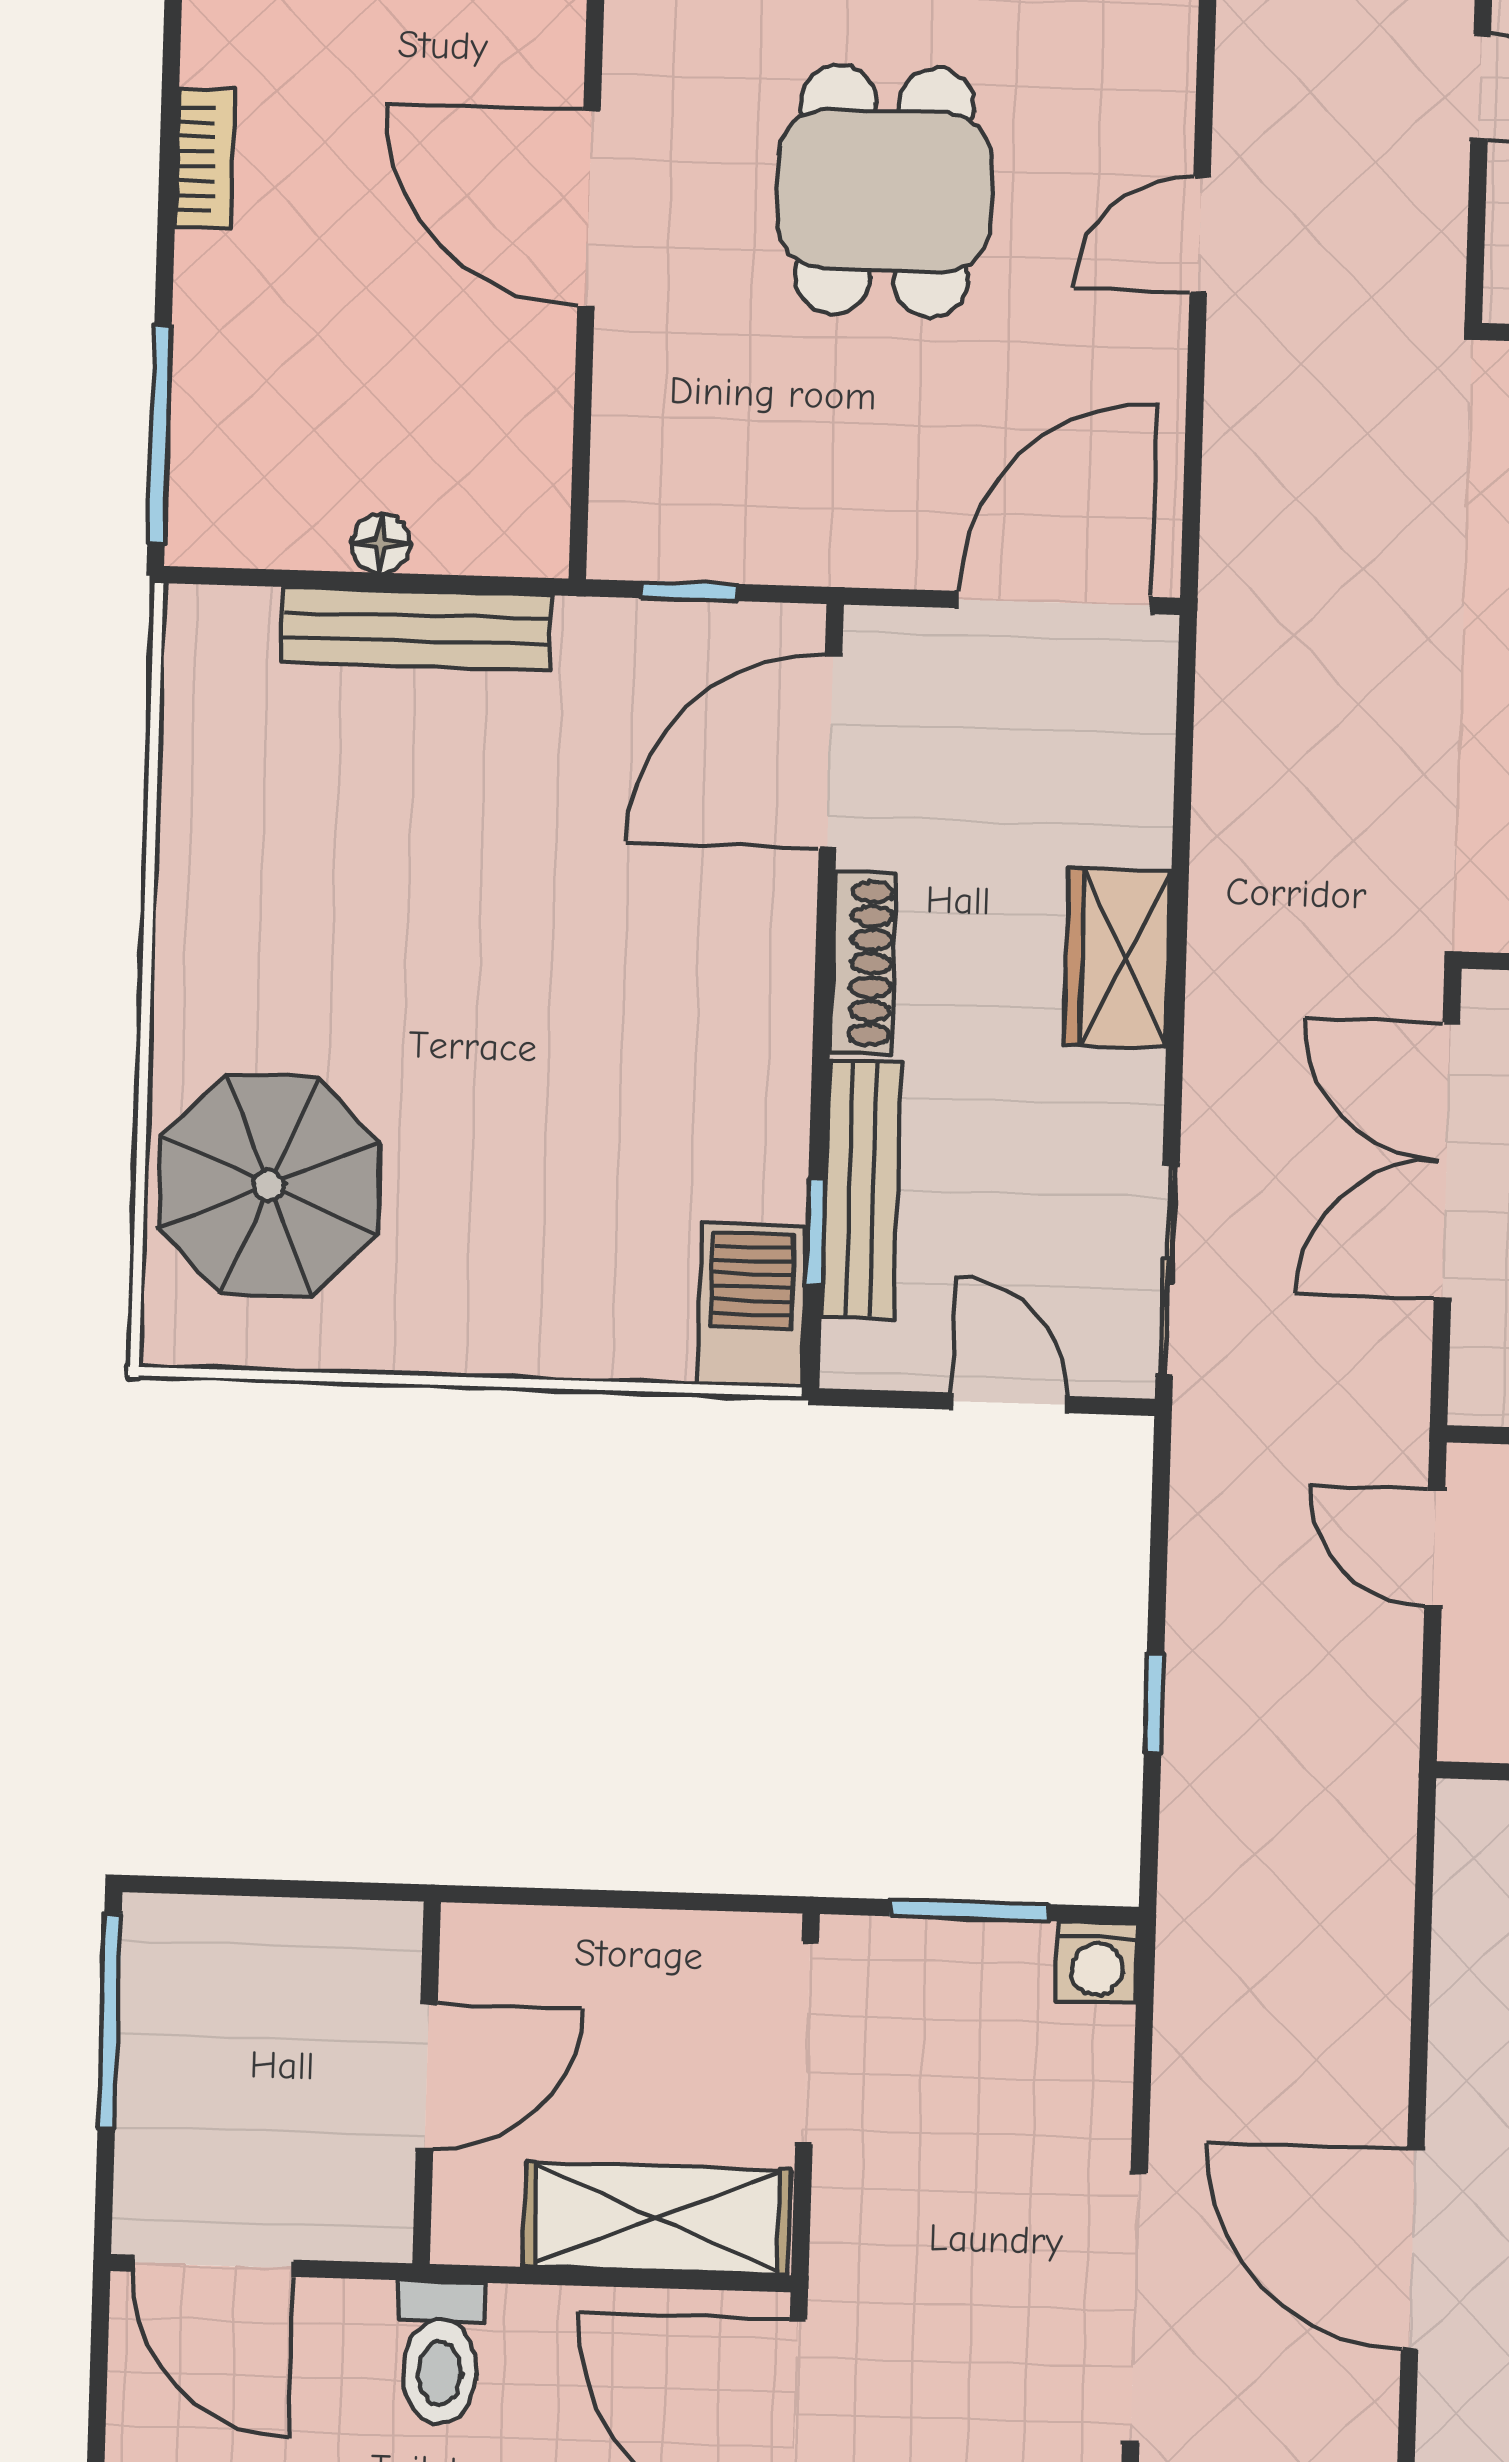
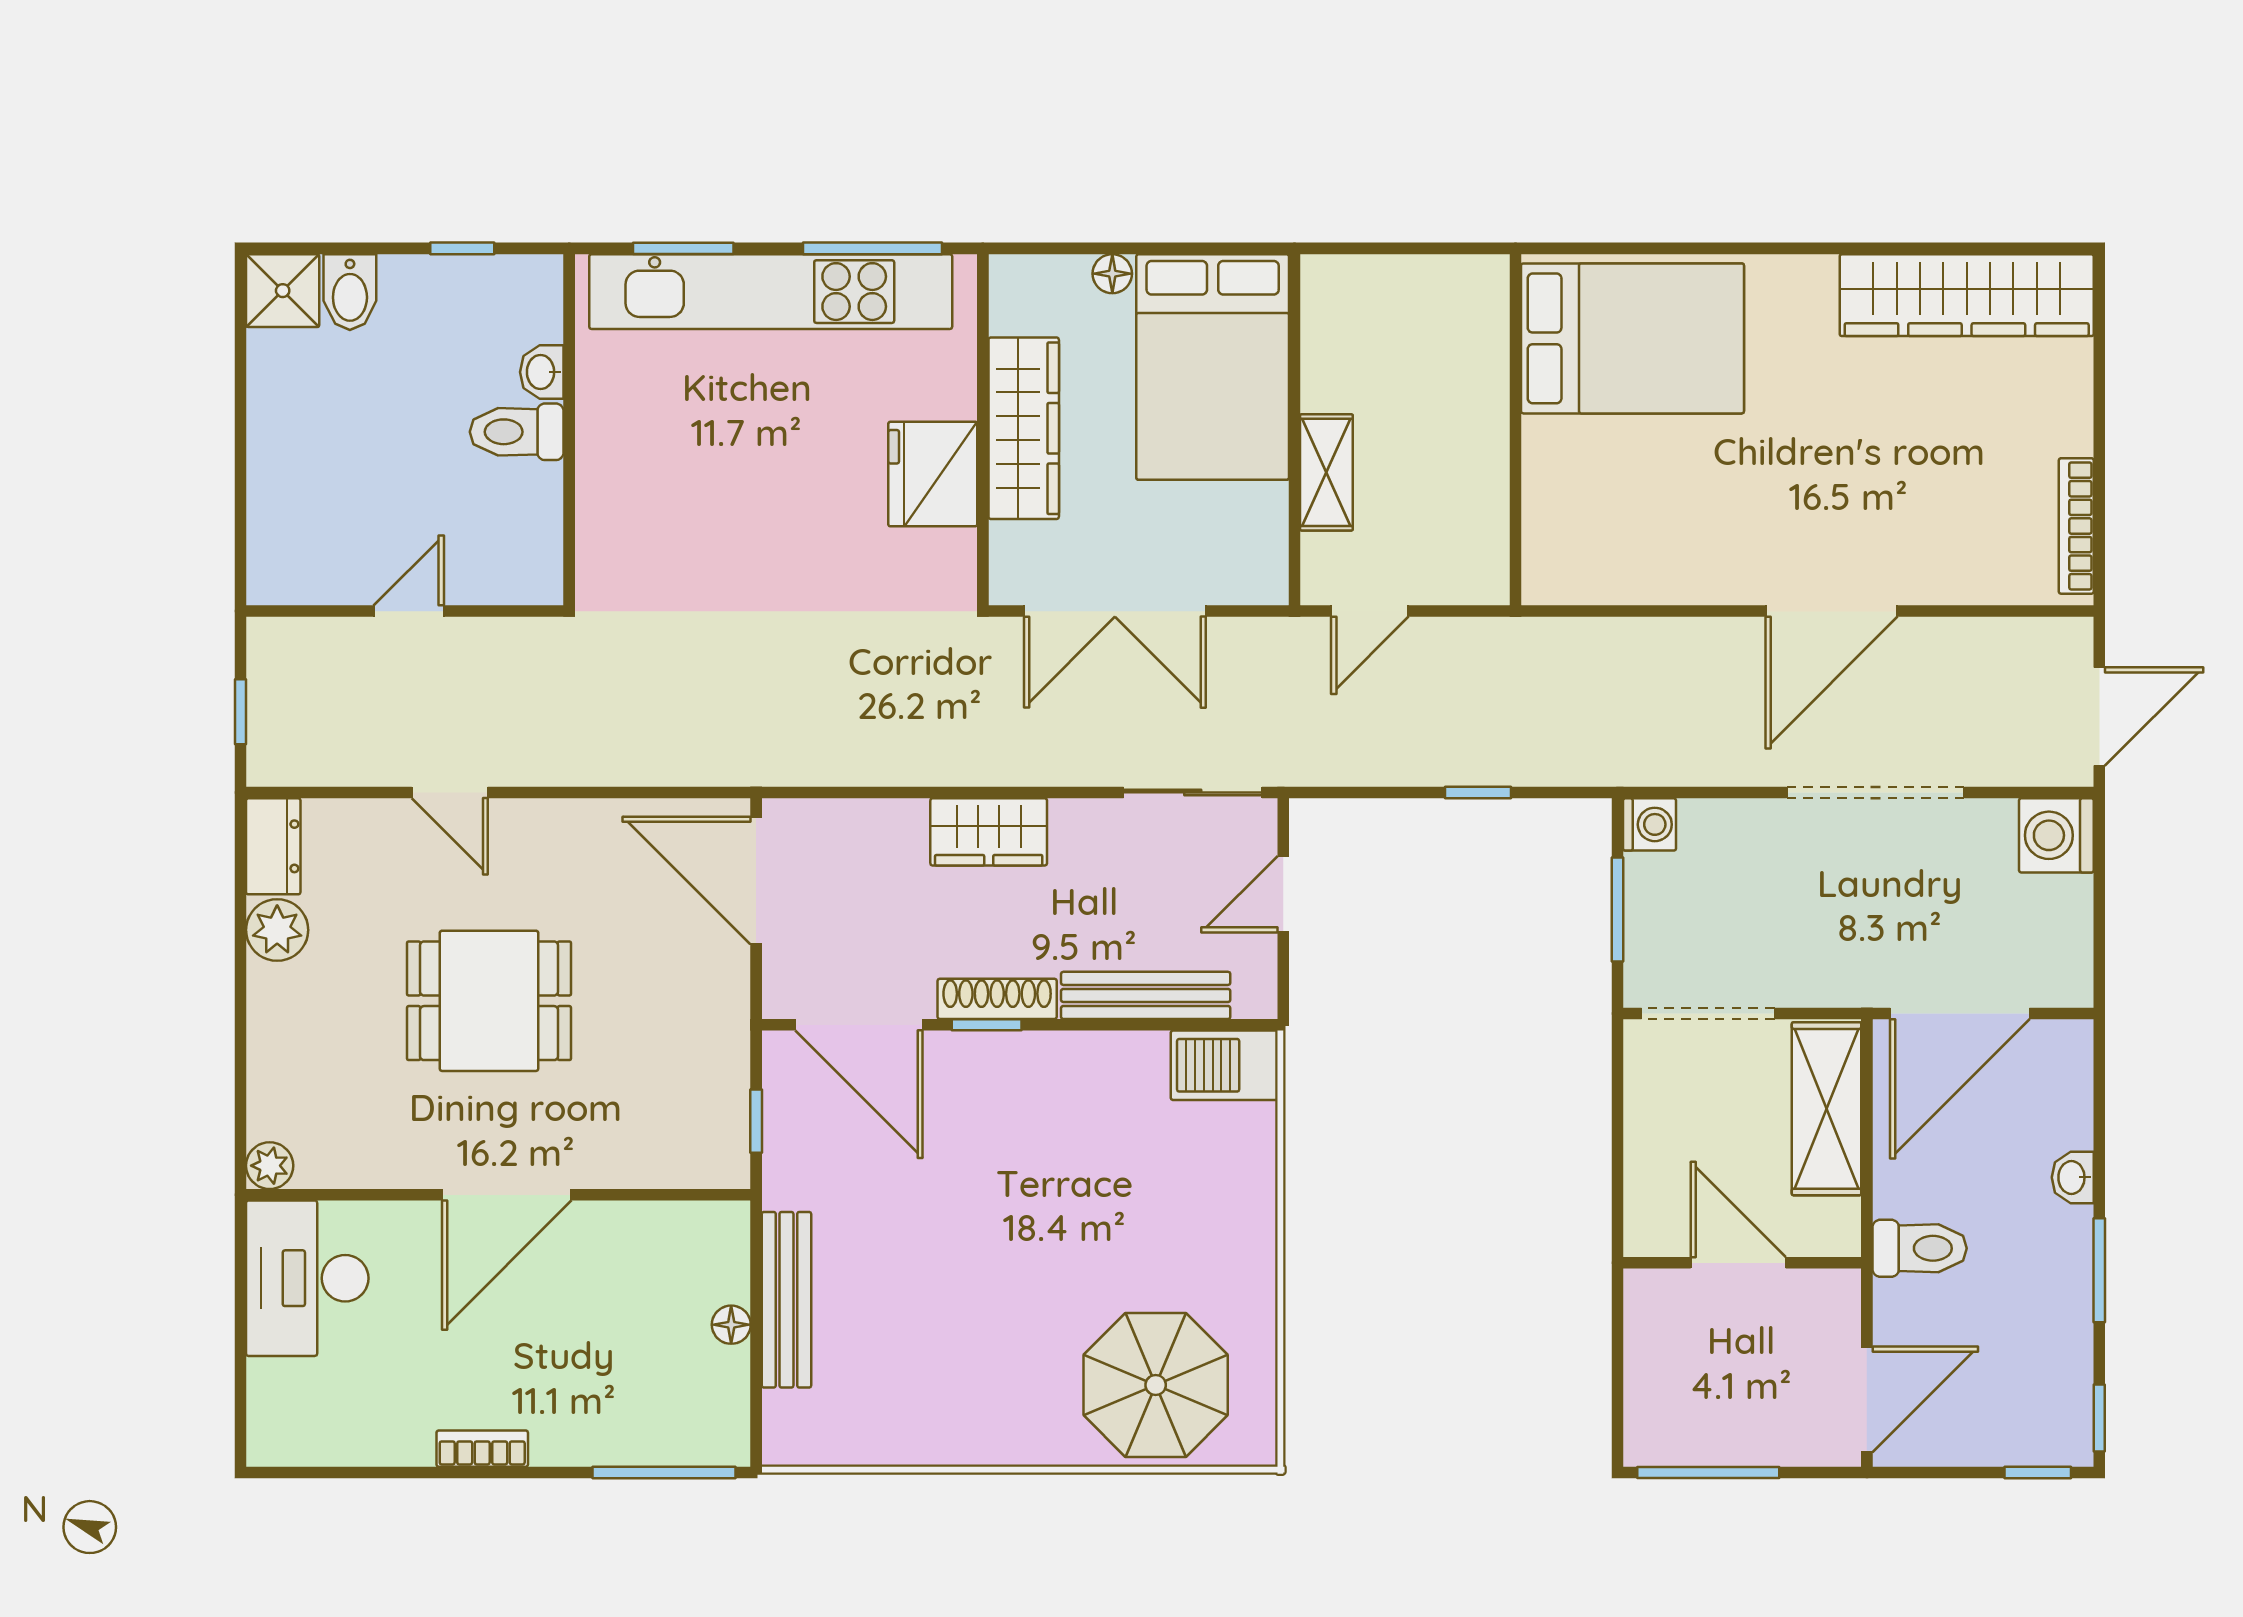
door: (1200, 235) -> (450, 792), moved
window: (815, 1232) -> (987, 1025), moved

